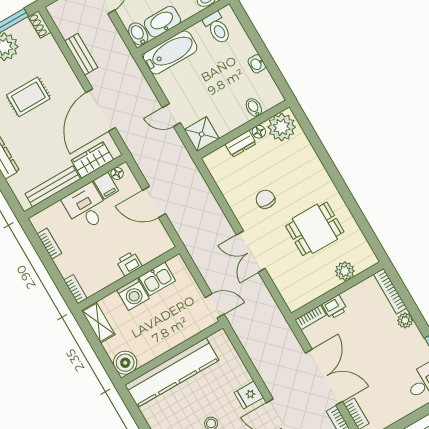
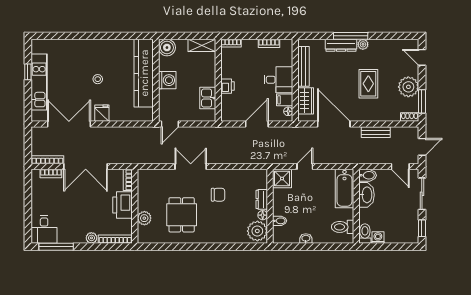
washing machine: (133, 294) -> (167, 80), moved, turned 180
printer: (335, 307) -> (122, 205), width x1.87, depth x1.48

